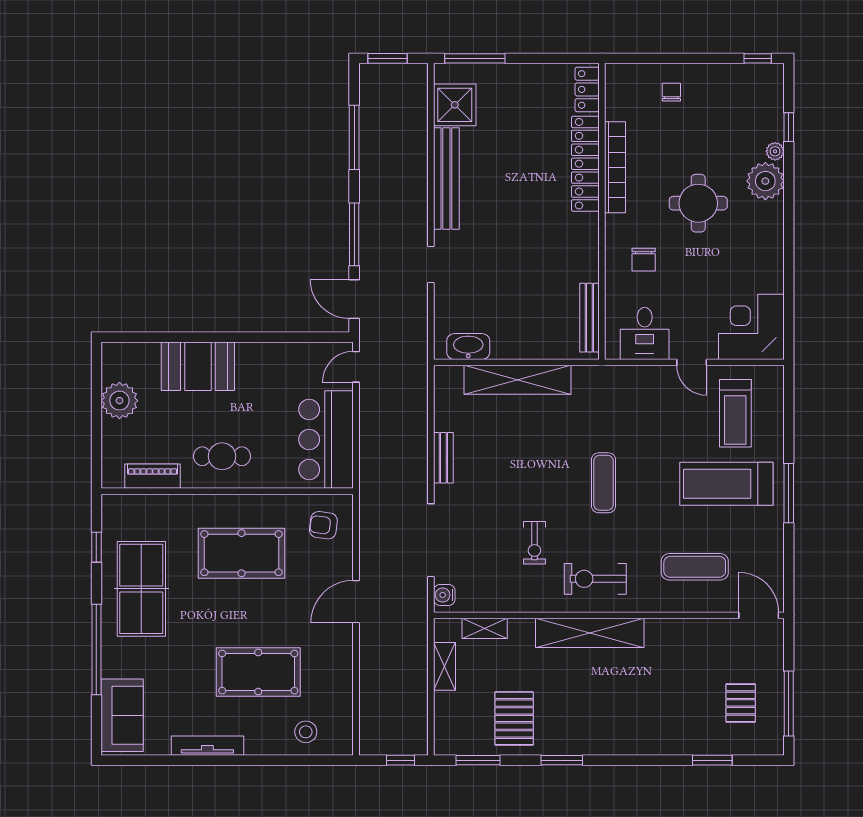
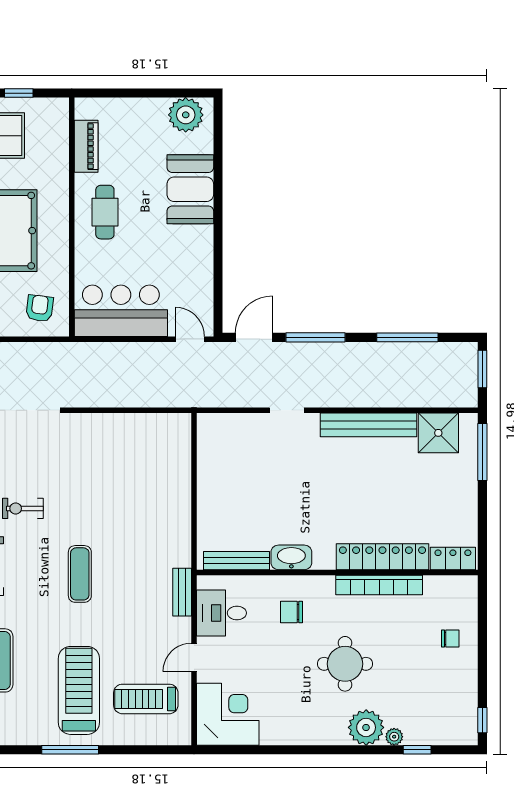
washbasin: (468, 347) -> (291, 557), moved, turned -90
shelving: (517, 380) -> (178, 492), removed
plant: (119, 401) -> (186, 115), moved
bench: (443, 458) -> (182, 592), moved, turned 90
exercise mat: (604, 483) -> (80, 574), turned 90

